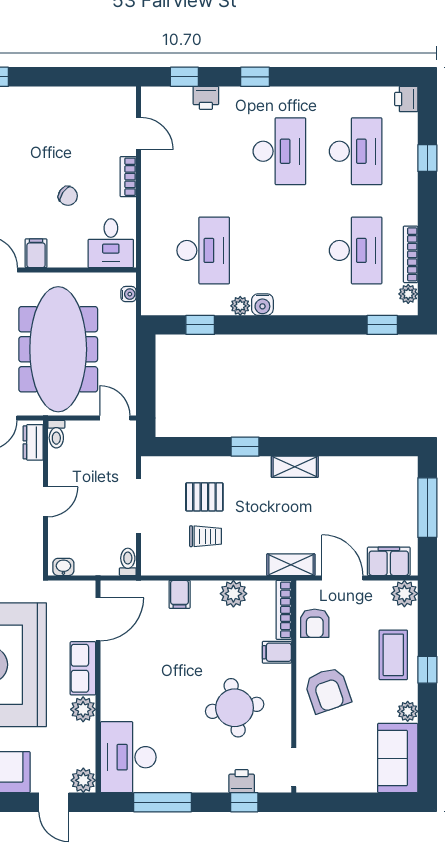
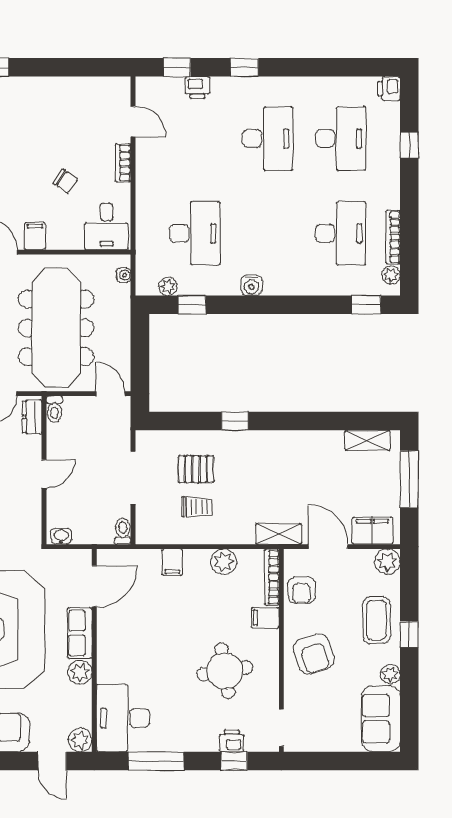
plant: (240, 306) -> (168, 286), moved
shelving: (295, 467) -> (368, 440), moved

